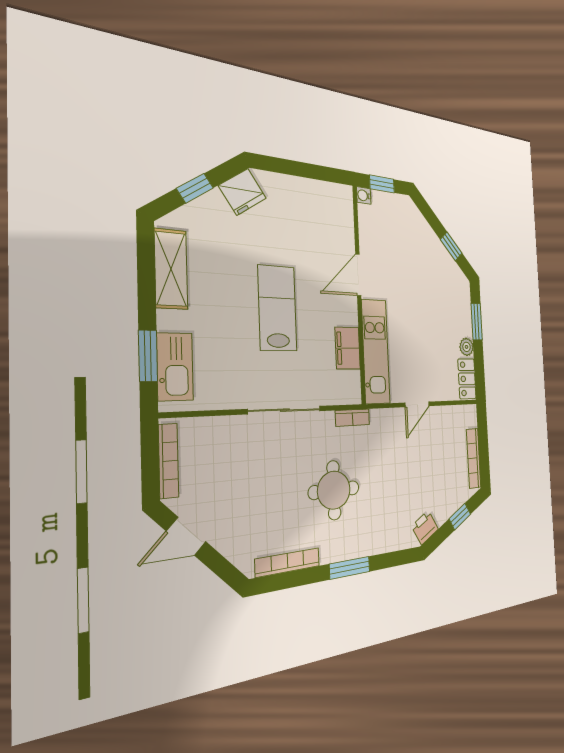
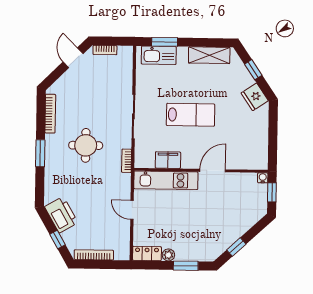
door: (358, 275) -> (213, 171), hinge flipped
bookcase: (169, 461) -> (105, 50), width x0.64
printer: (425, 528) -> (61, 215), width x1.87, depth x1.48

